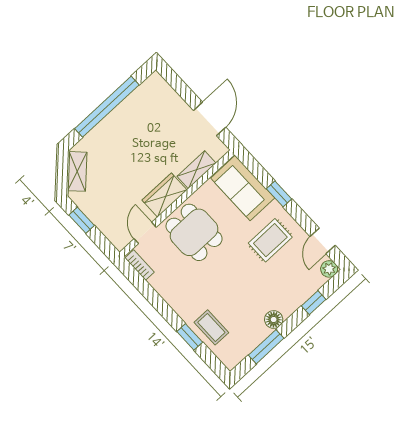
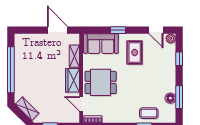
floor lamp: (274, 320) -> (170, 98), moved

